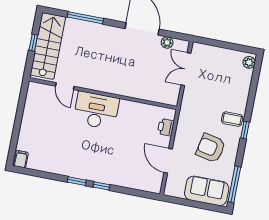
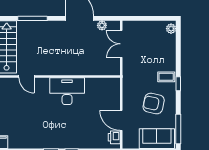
desk: (96, 110) -> (67, 91), moved
printer: (166, 127) -> (114, 137), moved

